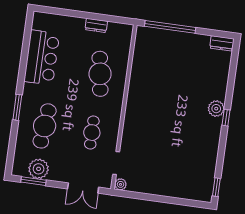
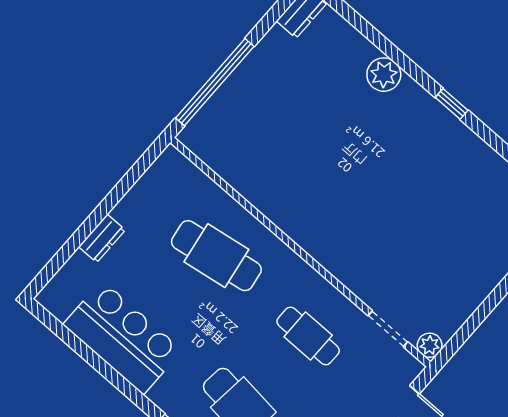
dresser: (96, 25) -> (102, 238), moved
plant: (216, 109) -> (384, 75), moved
window: (226, 118) -> (452, 104), moved

